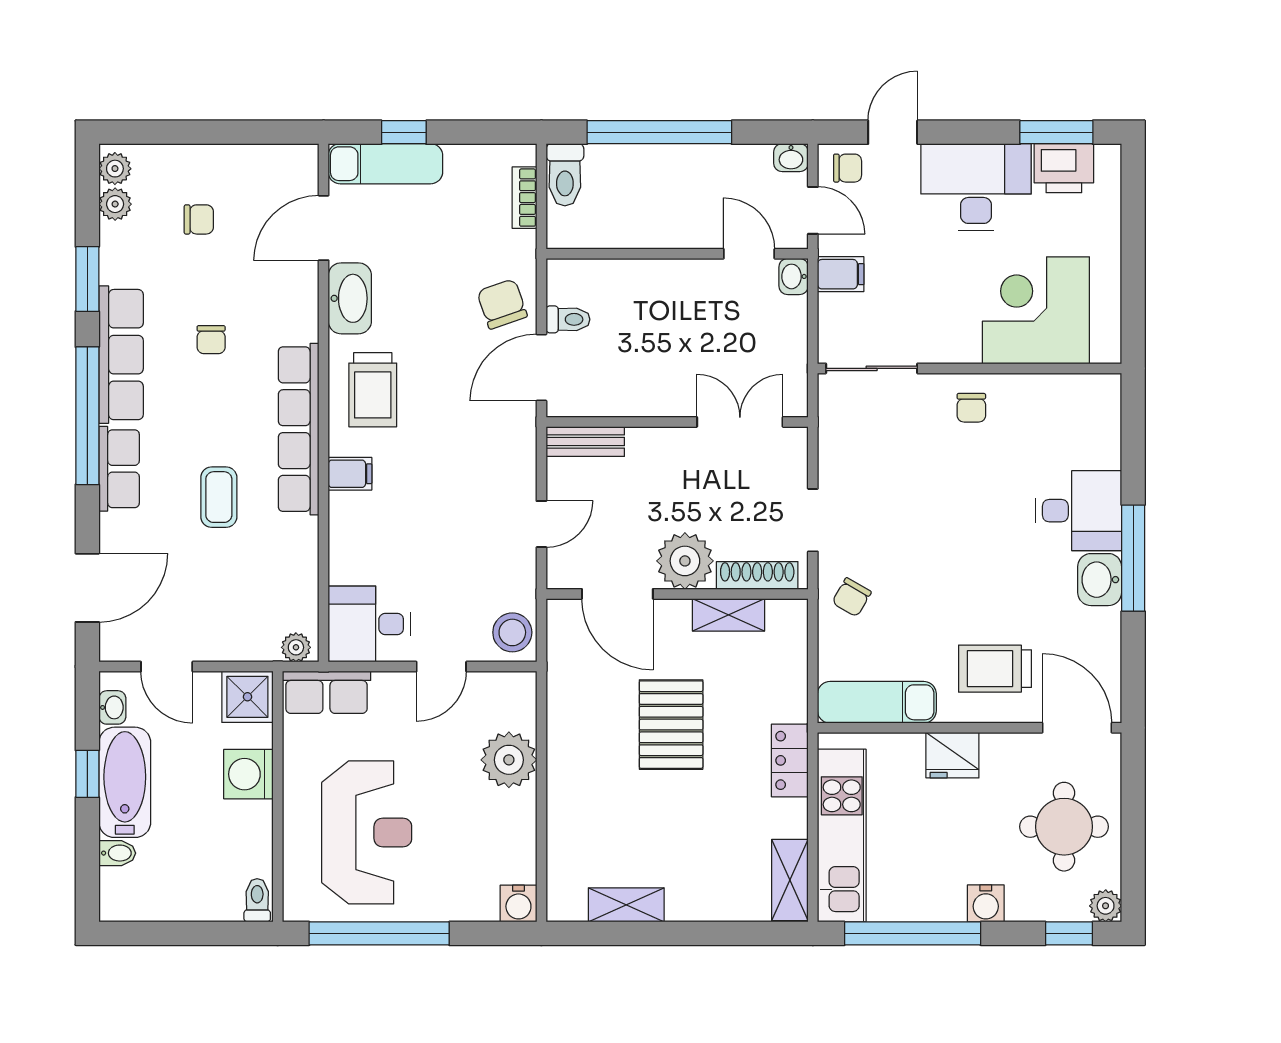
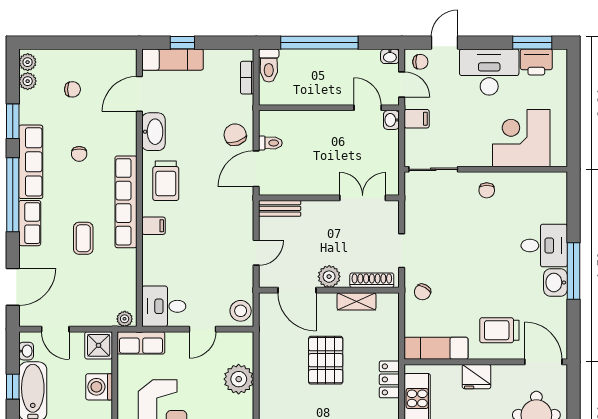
plant: (685, 561) -> (329, 277), width x0.73, depth x0.73

